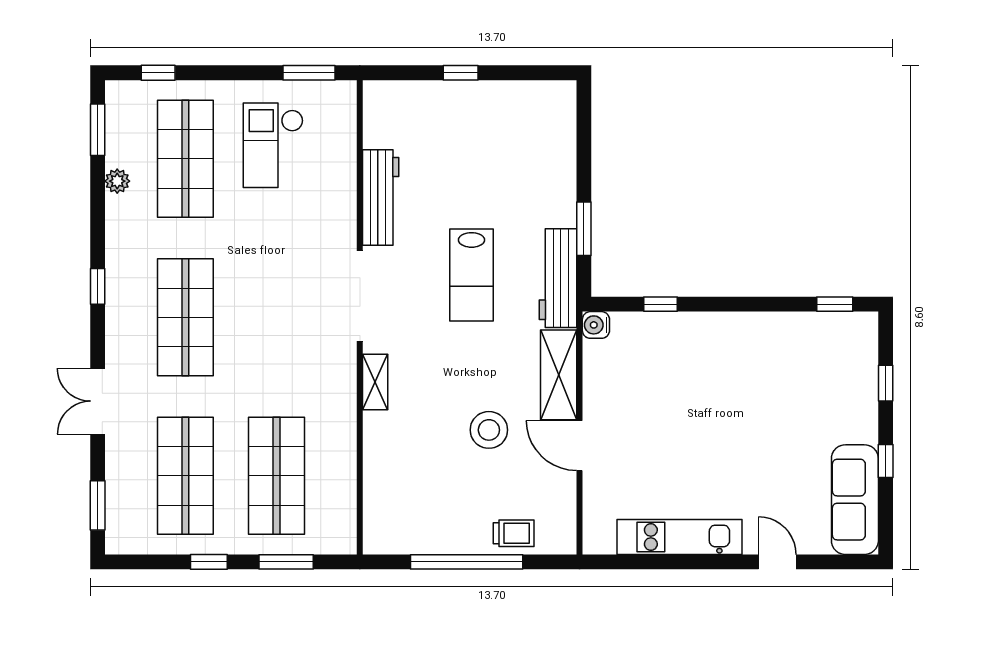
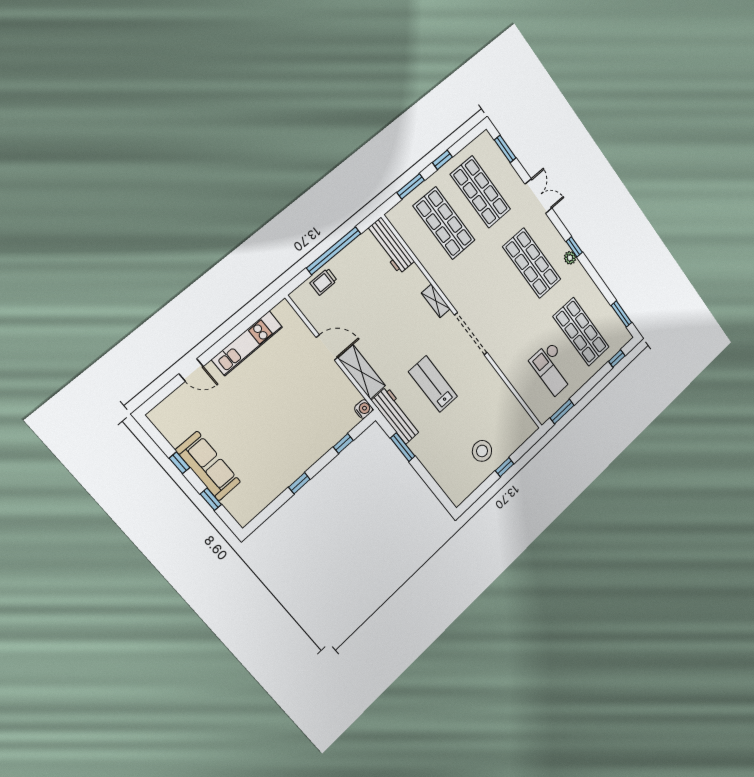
checkout: (273, 145) -> (553, 368), turned 180
plant: (117, 181) -> (570, 258), moved
workbench: (381, 198) -> (390, 246), moved
window: (835, 304) -> (299, 483), moved
stool: (489, 430) -> (482, 451), moved
sofa: (855, 500) -> (208, 466), moved

